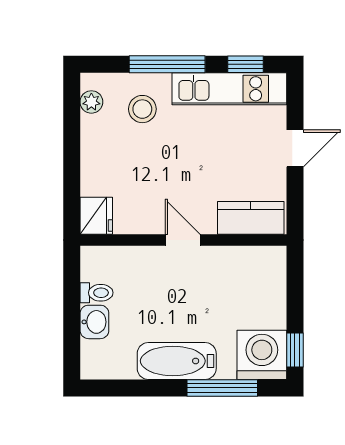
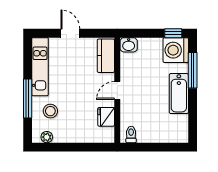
window: (245, 64) -> (28, 58), removed
fridge: (96, 216) -> (106, 117), moved, turned -90
toilet: (96, 293) -> (131, 134), moved
washbasin: (94, 322) -> (129, 45), moved, turned 180

